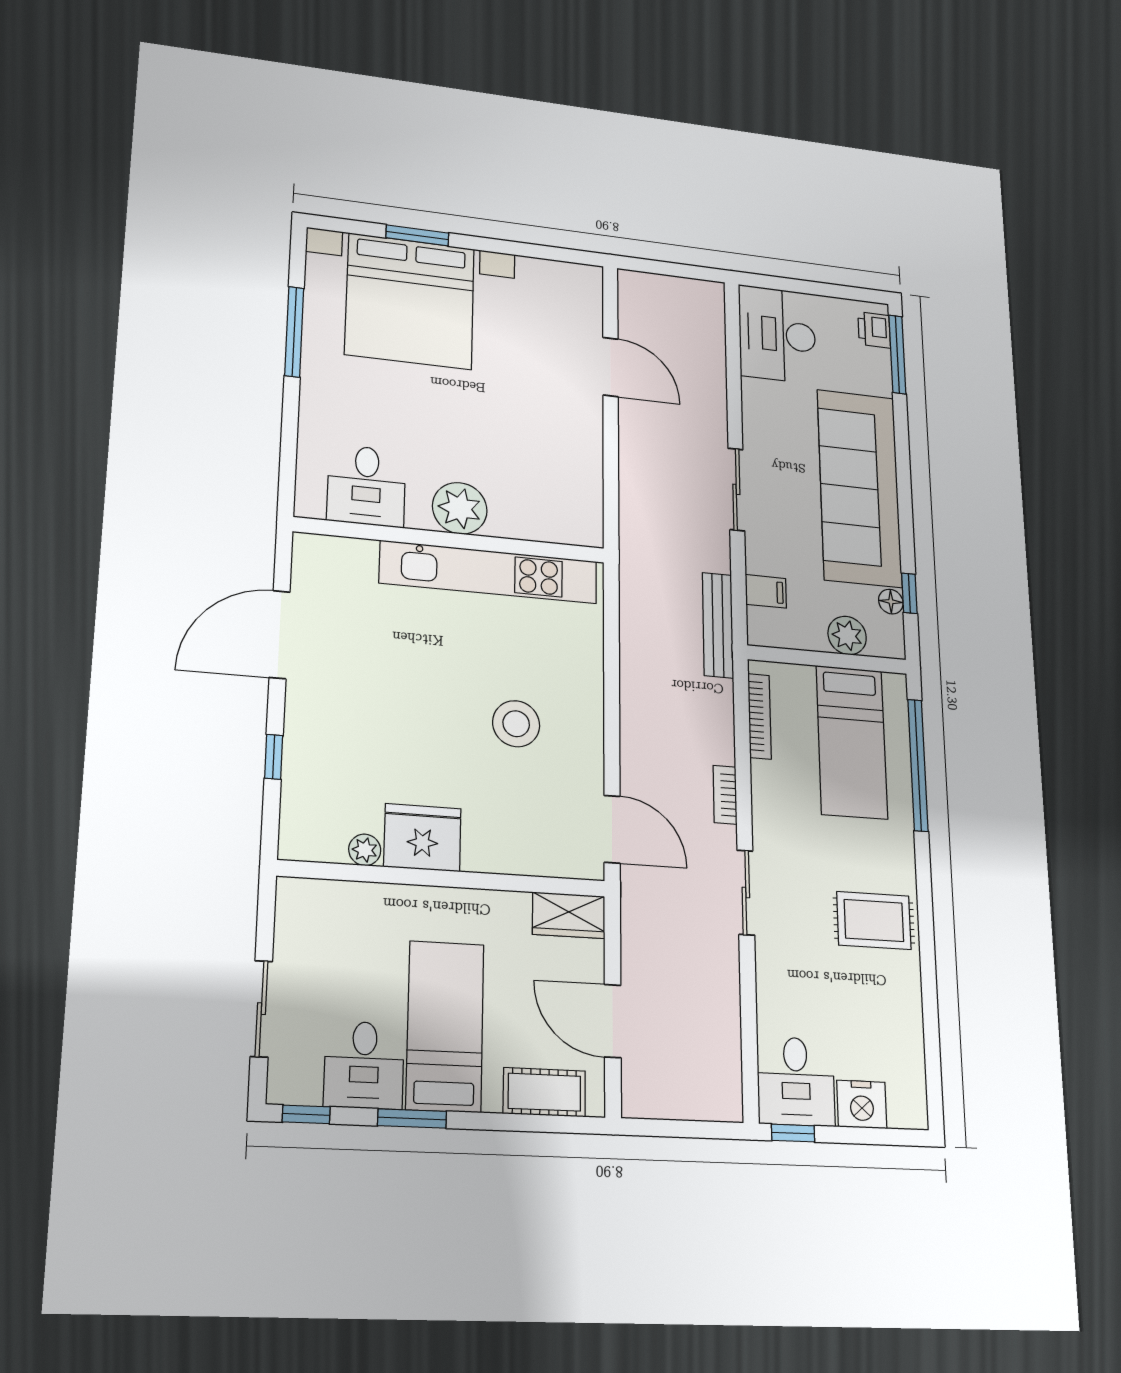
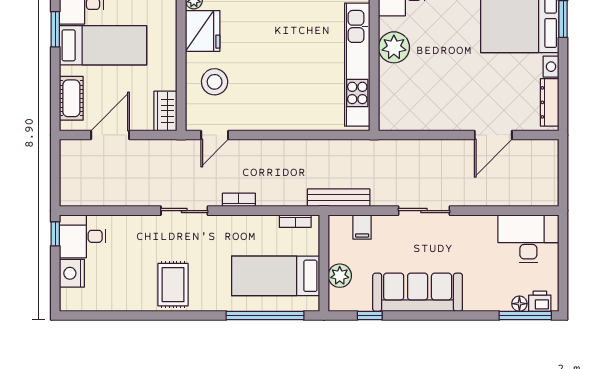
dresser: (557, 274) -> (550, 102), added
sofa: (859, 488) -> (418, 292), width x0.74, depth x0.79
floor lamp: (891, 602) -> (519, 304), moved
bookcase: (759, 716) -> (295, 221), width x0.64
stool: (516, 724) -> (215, 82), moved
door: (612, 829) -> (215, 135), width x0.73

